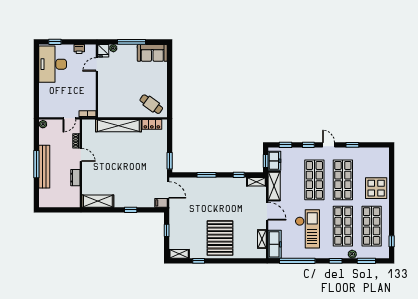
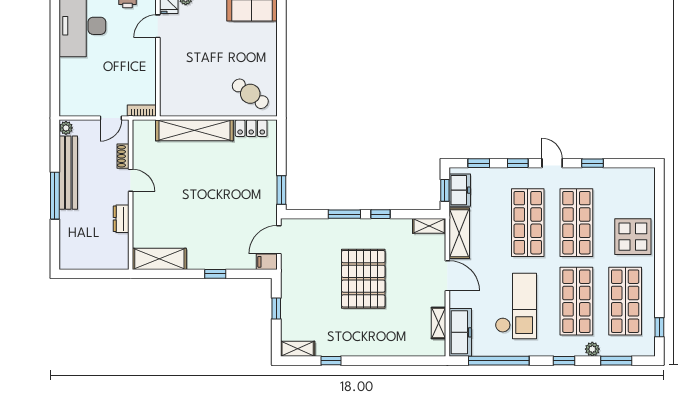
bench: (44, 167) -> (68, 173), moved
window: (239, 175) -> (381, 214), moved
door: (168, 190) -> (279, 240), swing flipped
pallet: (220, 238) -> (363, 279), moved

